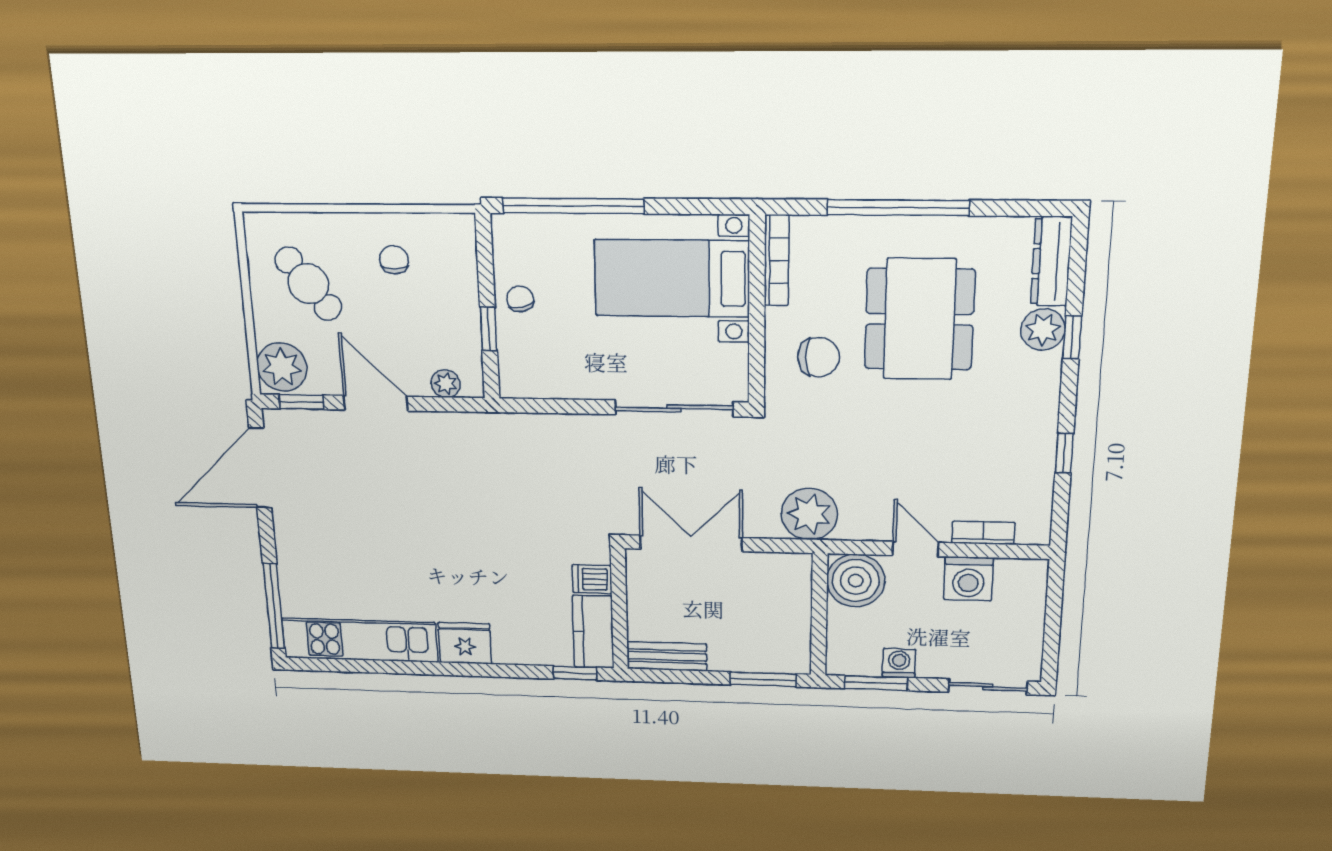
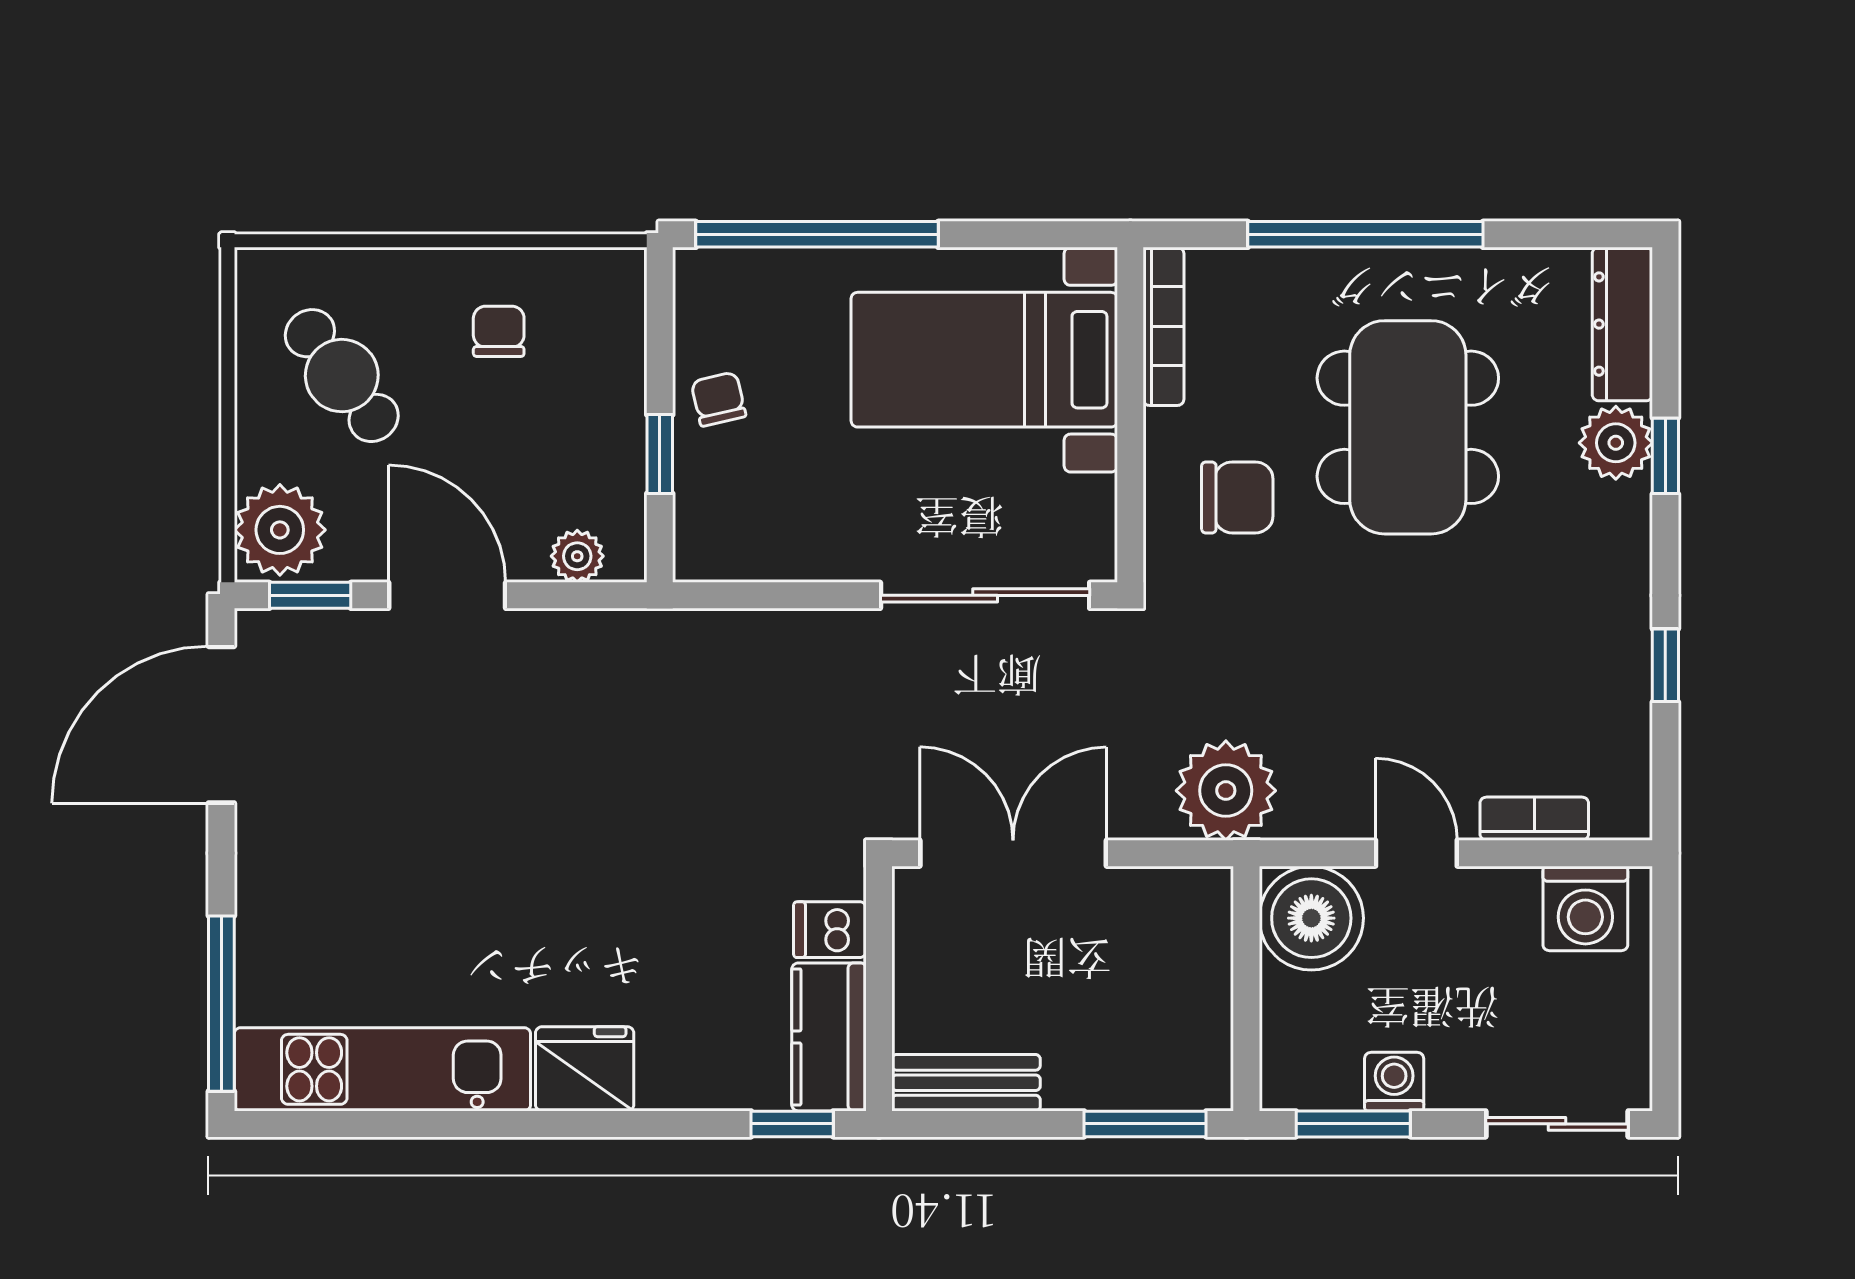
washing machine: (968, 579) -> (1585, 908), moved

